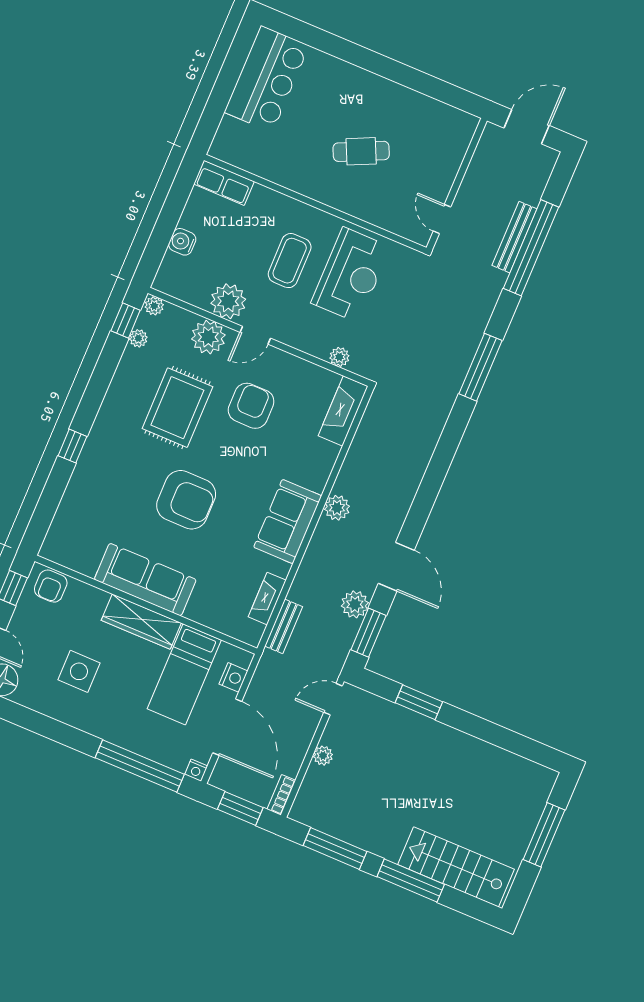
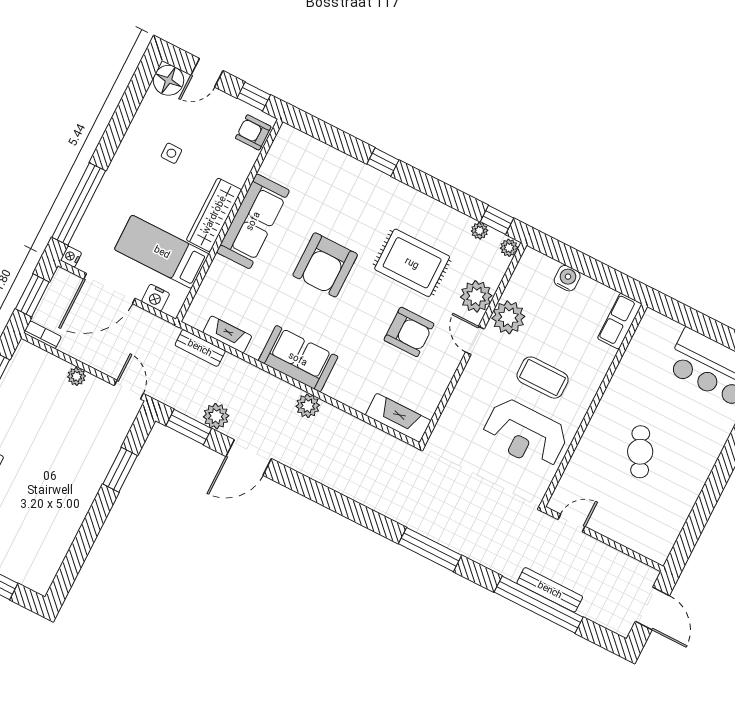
plant: (339, 357) -> (449, 418), removed
side table: (79, 671) -> (171, 153), width x0.54, depth x0.54

